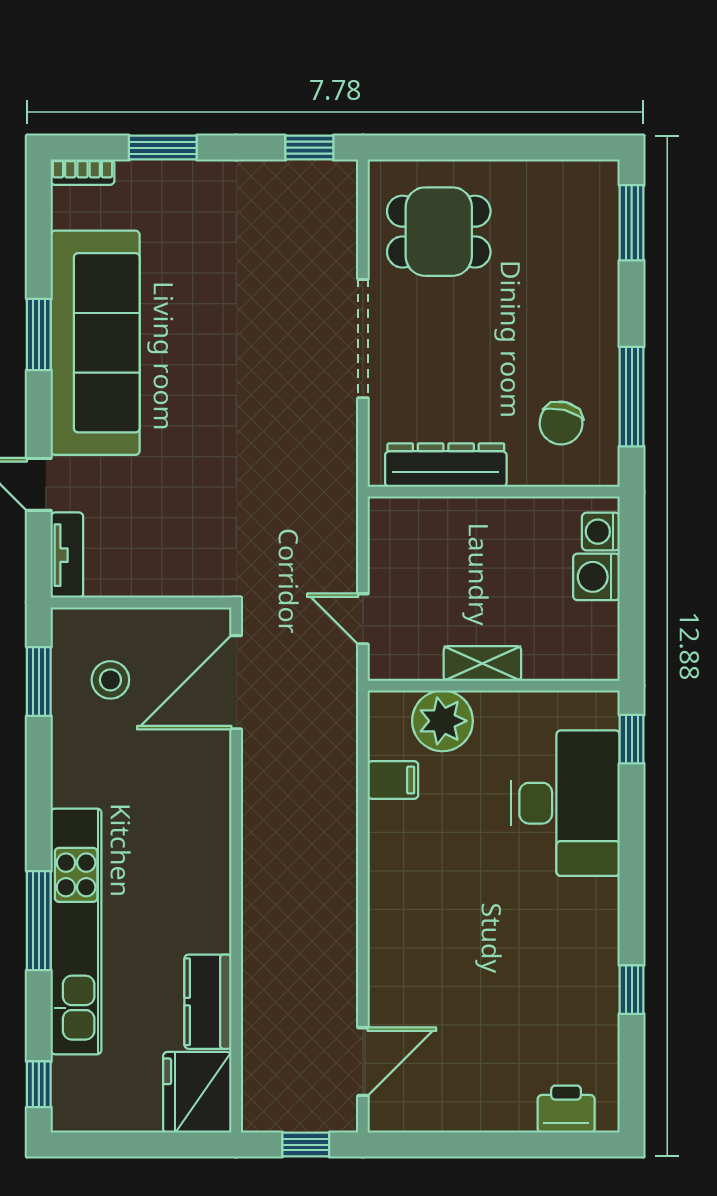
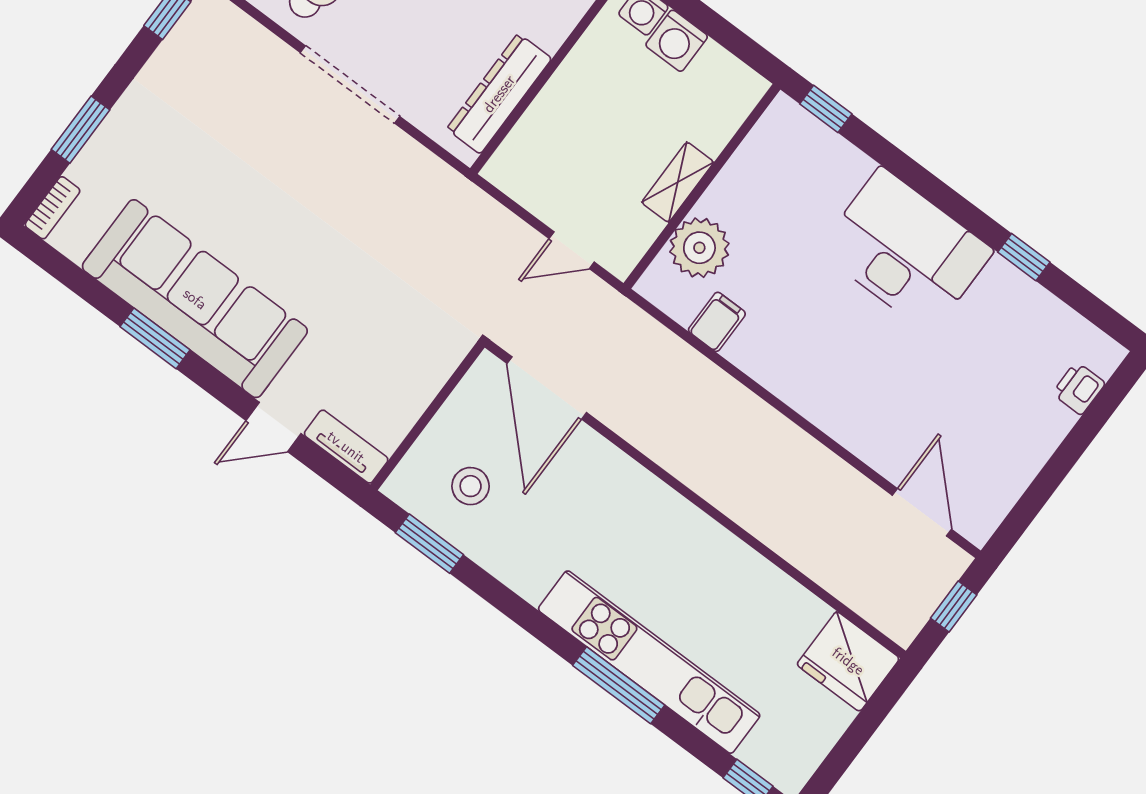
desk: (565, 803) -> (906, 251), moved
kitchen counter: (208, 1002) -> (783, 599), removed
printer: (566, 1109) -> (1079, 388), width x0.73, depth x0.81

